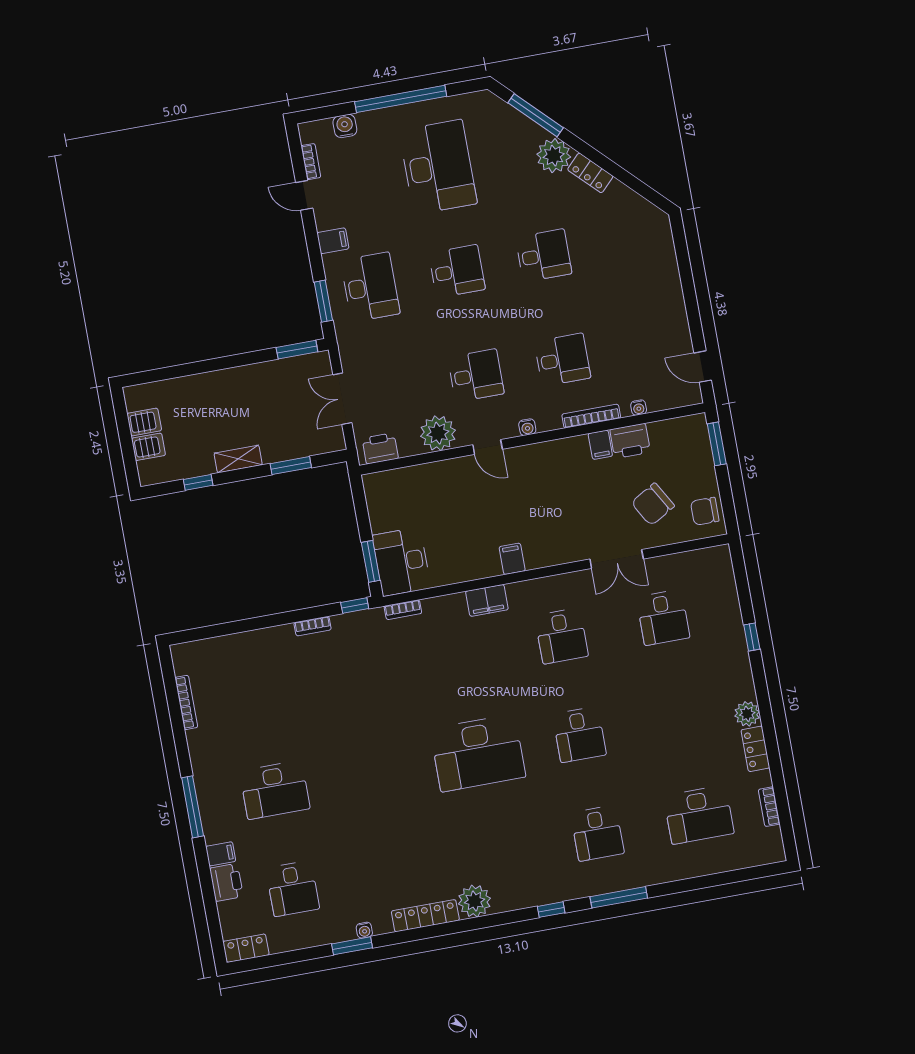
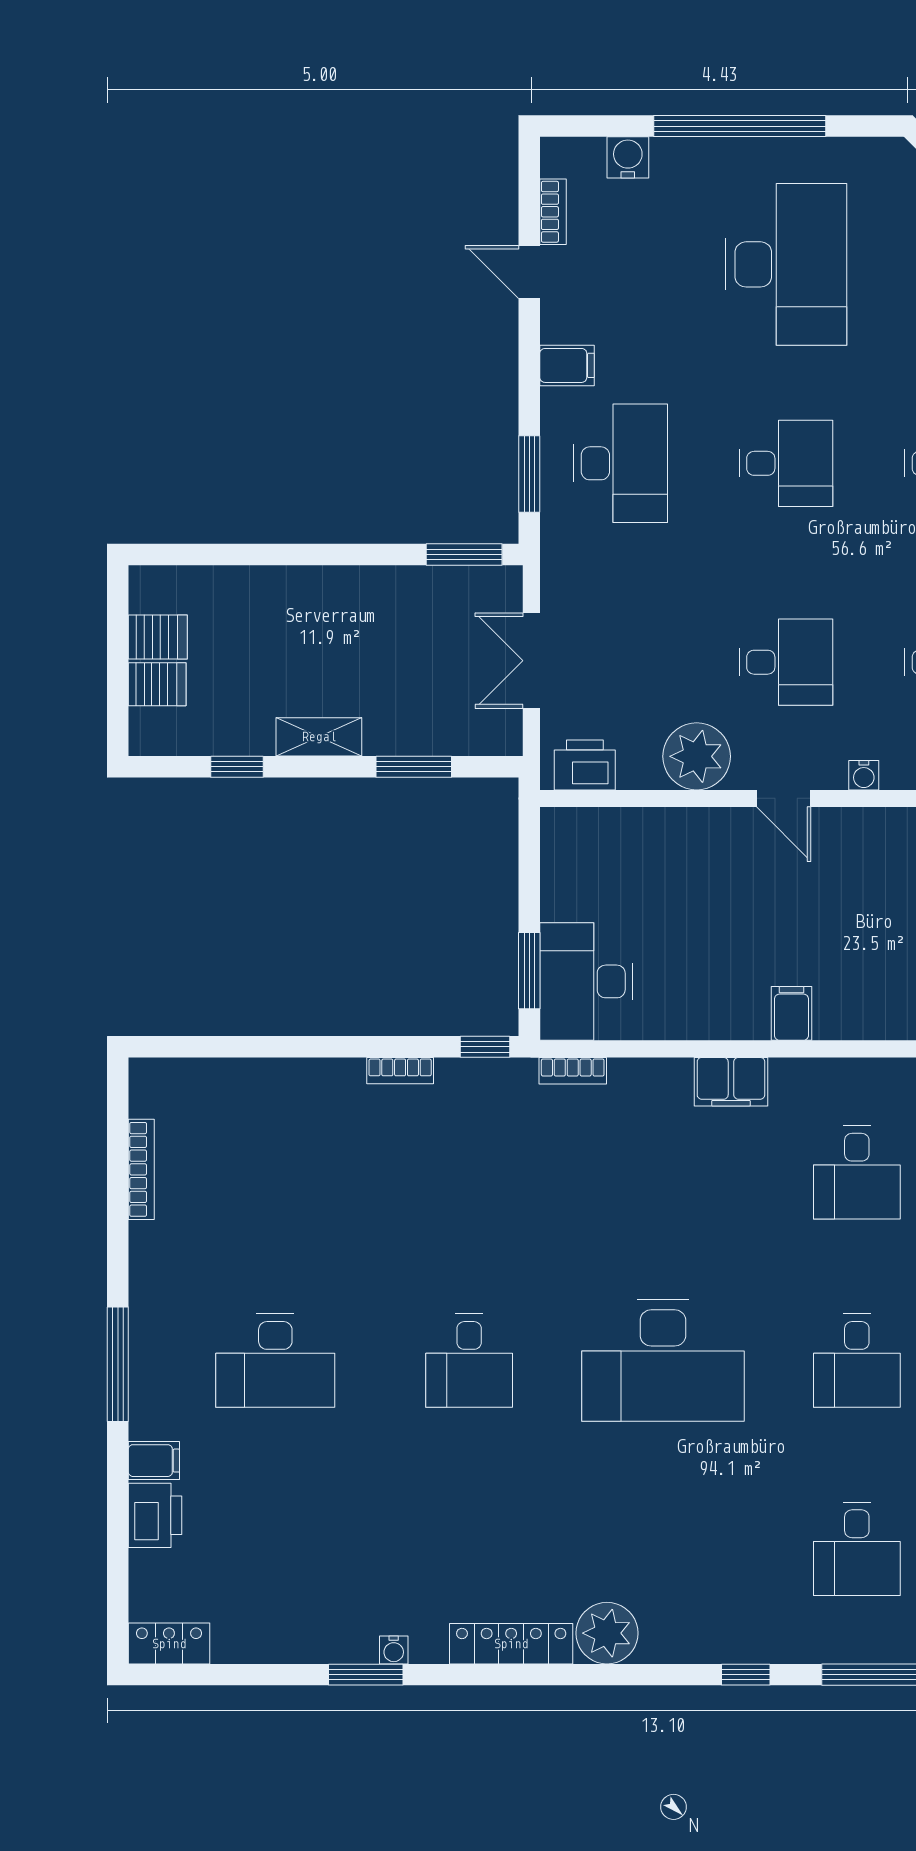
desk: (293, 889) -> (469, 1361), moved

